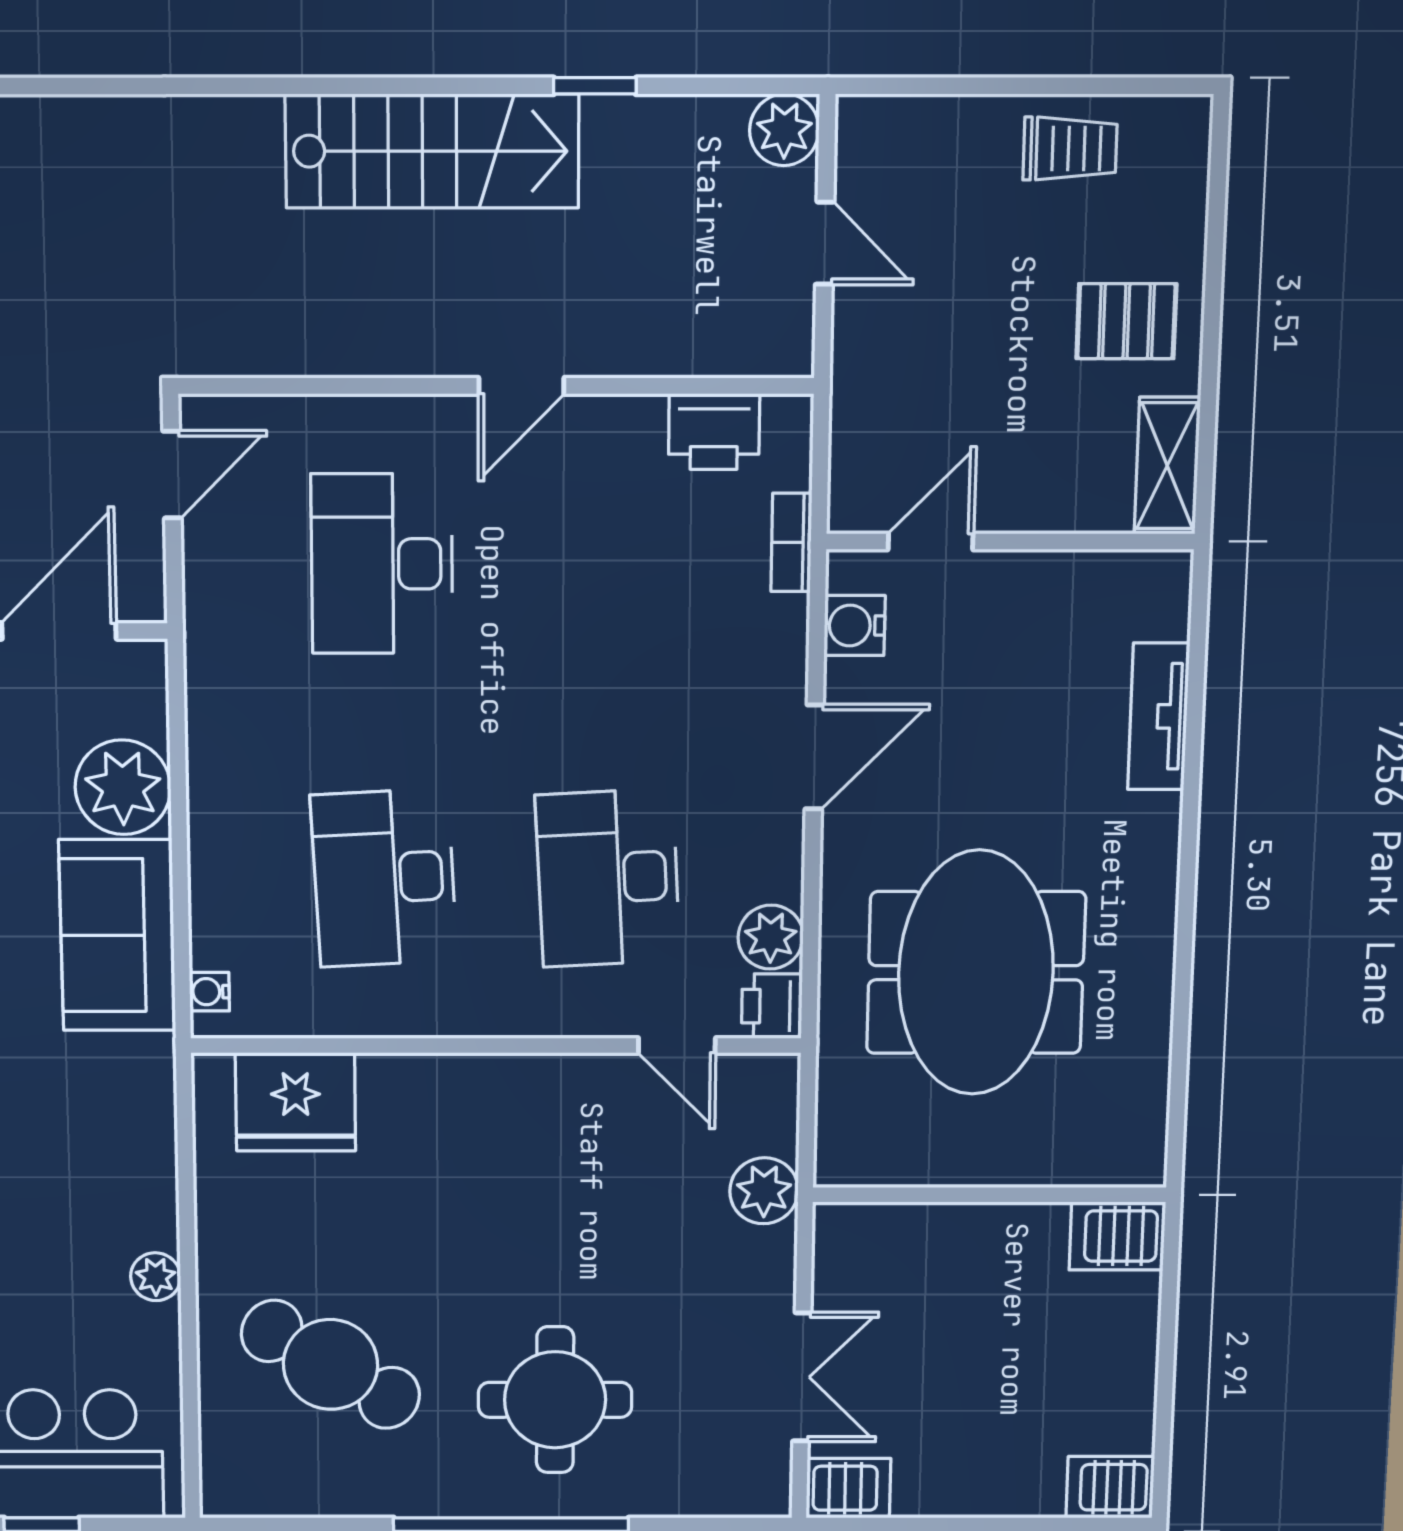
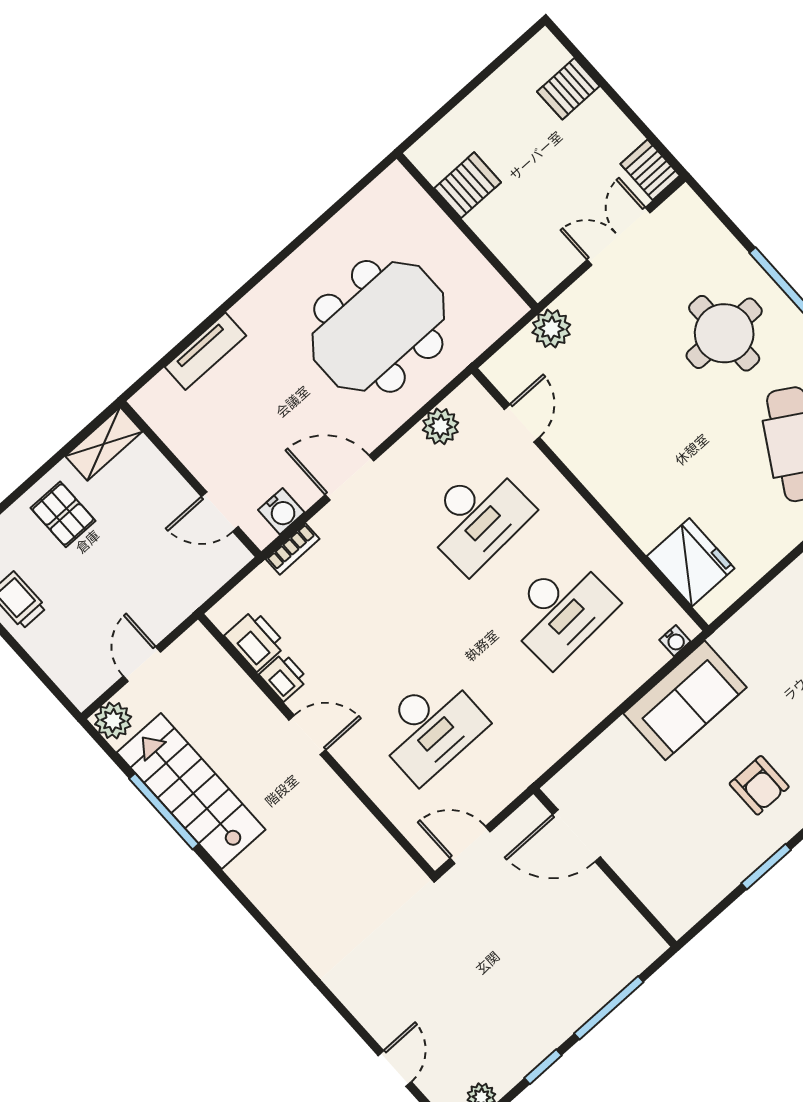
window: (595, 86) -> (164, 811), width x2.17
stairs: (432, 151) -> (191, 791), moved
bookcase: (791, 542) -> (293, 549), moved
plant: (123, 787) -> (619, 753), removed
printer: (772, 1006) -> (284, 677), moved, turned -90
server rack: (1117, 1236) -> (468, 185), moved, turned -90
server rack: (1110, 1487) -> (568, 89), moved, turned 90

